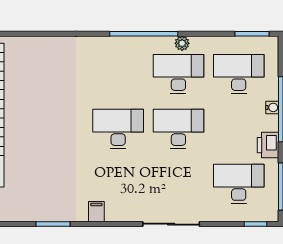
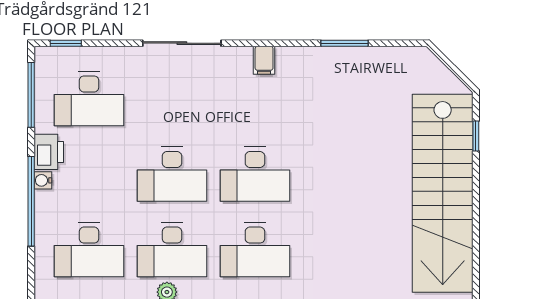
desk: (118, 74) -> (255, 250), added
water cooler: (272, 107) -> (43, 180), moved
filing cabinet: (96, 212) -> (264, 60), moved

